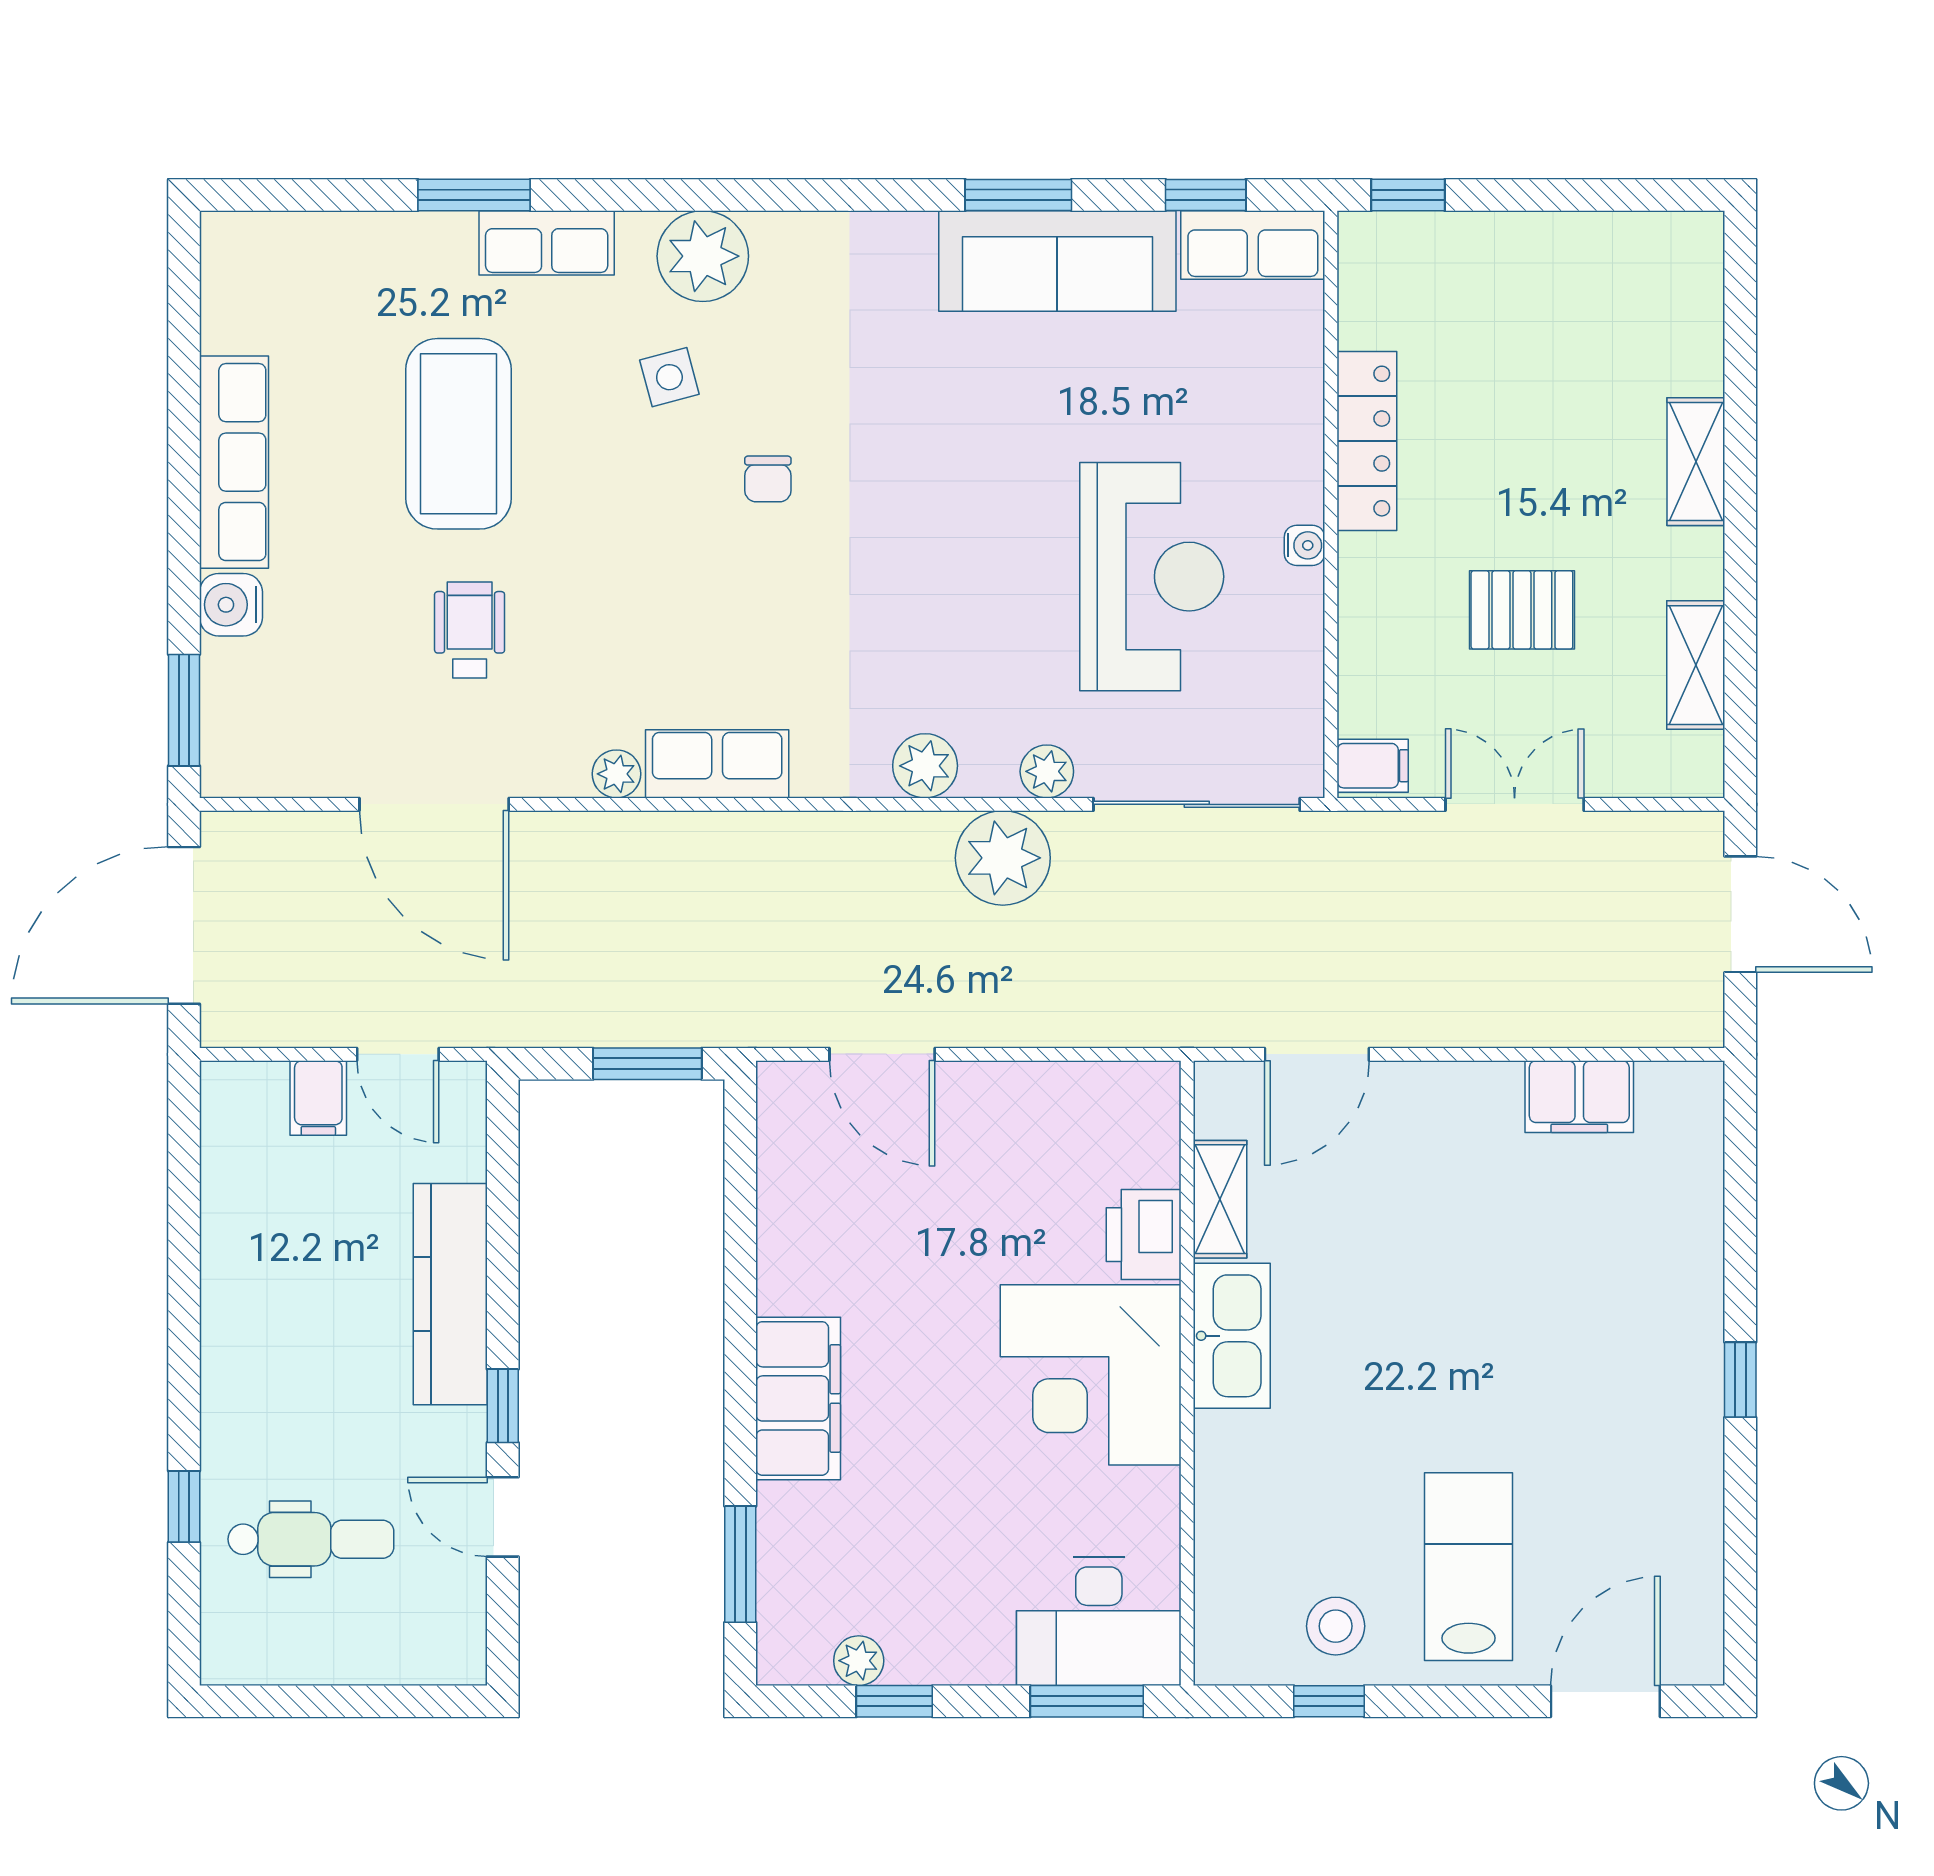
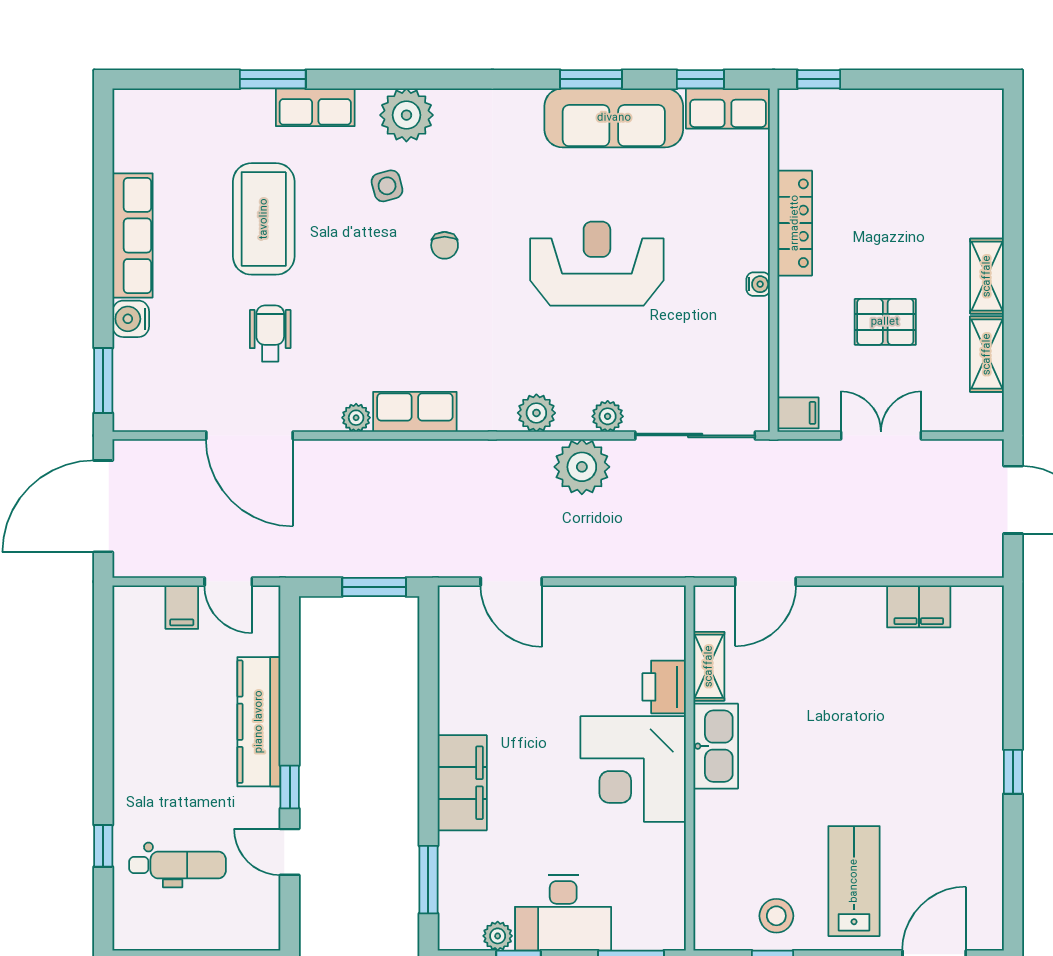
shelving: (1696, 462) -> (987, 276), moved
reception desk: (1152, 577) -> (597, 264), moved, turned -90
desk: (1099, 1621) -> (563, 913), moved

